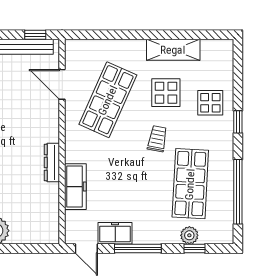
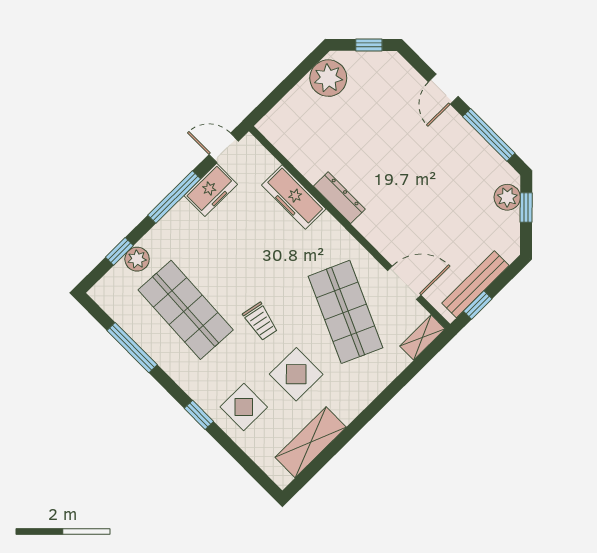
shelving: (81, 46) -> (422, 337), added
shelving: (173, 50) -> (311, 442), moved
window: (238, 192) -> (132, 348), width x0.68

